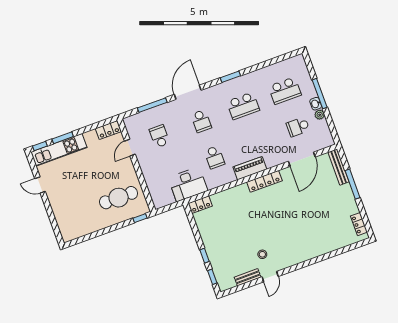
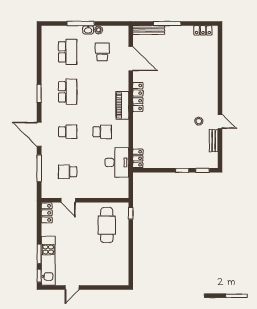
school desk: (298, 127) -> (102, 52), turned 180

